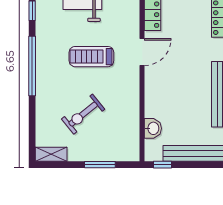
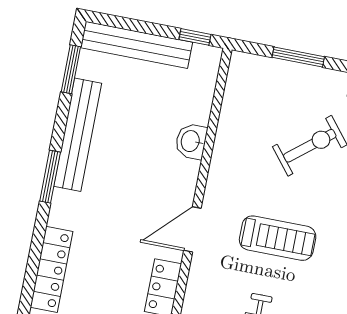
washbasin: (153, 128) -> (191, 141), moved

